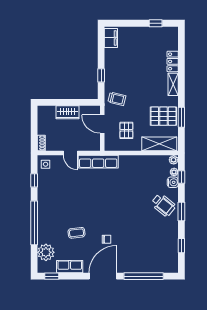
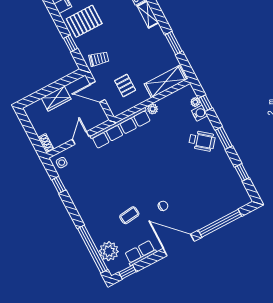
pallet: (163, 116) -> (84, 21), moved
door: (70, 153) -> (81, 138), swing flipped
plant: (174, 160) -> (153, 109), moved
row of seats: (98, 162) -> (121, 128), width x1.36
window: (34, 223) -> (93, 249), moved
door: (103, 276) -> (179, 245), hinge flipped

